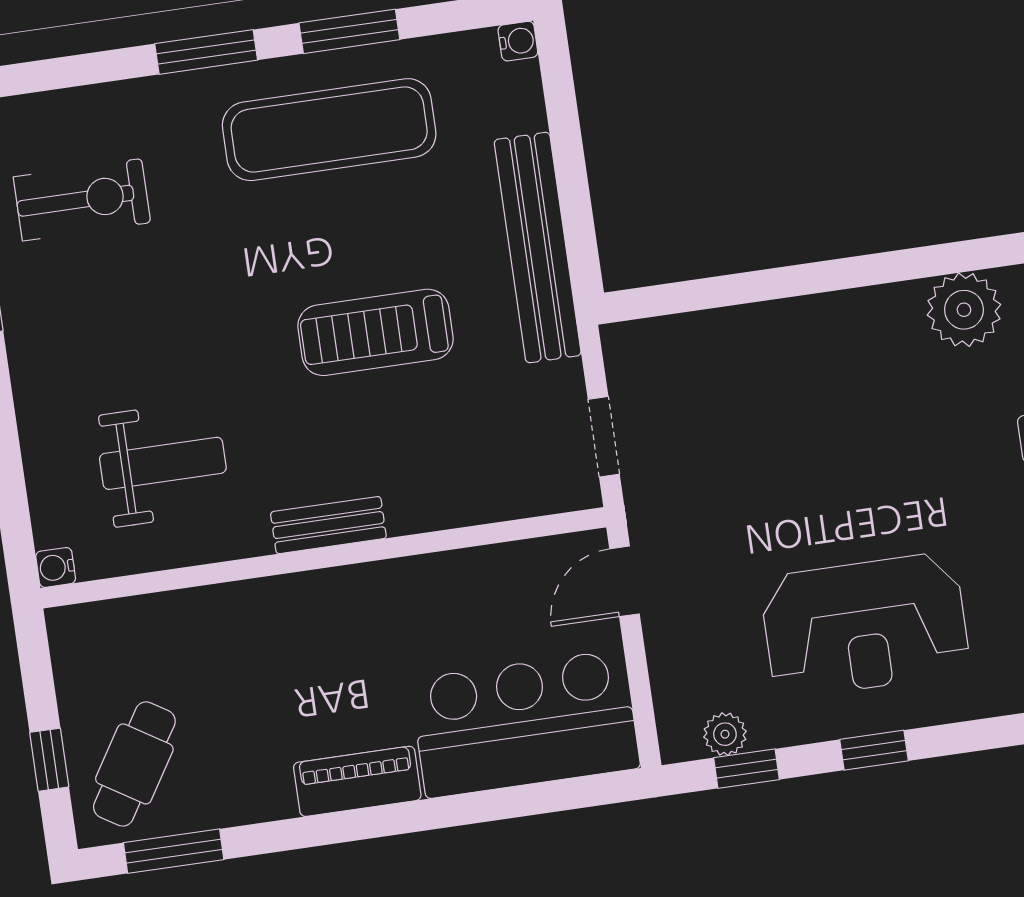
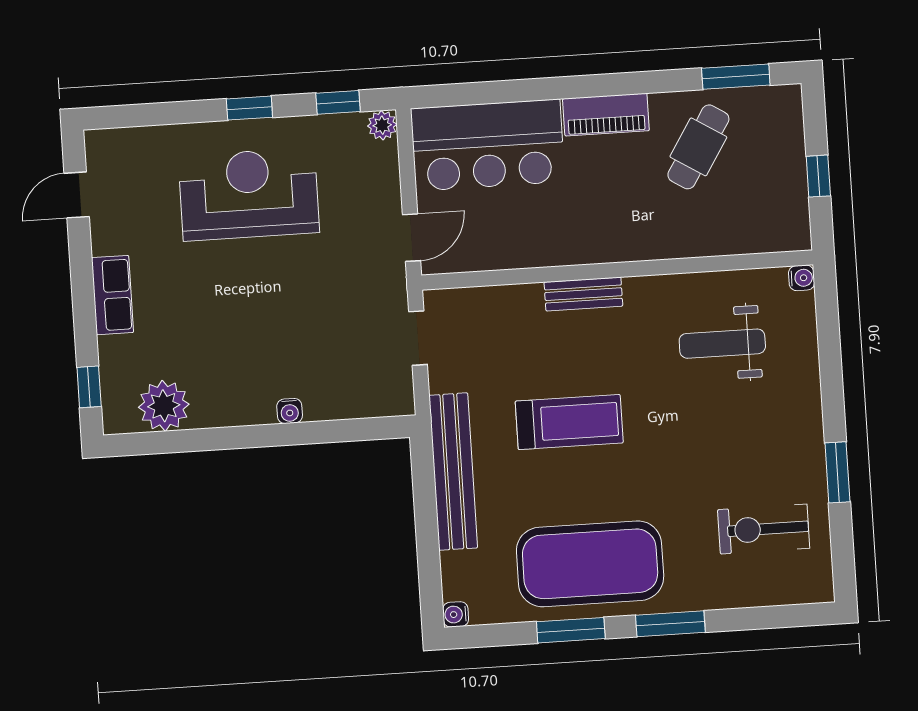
exercise mat: (329, 130) -> (590, 564), width x1.47
water cooler: (781, 317) -> (290, 411), added
bench: (328, 525) -> (583, 294), moved
plant: (725, 734) -> (382, 125), moved
window: (49, 760) -> (818, 176), moved
cafe table: (134, 764) -> (698, 147), moved

